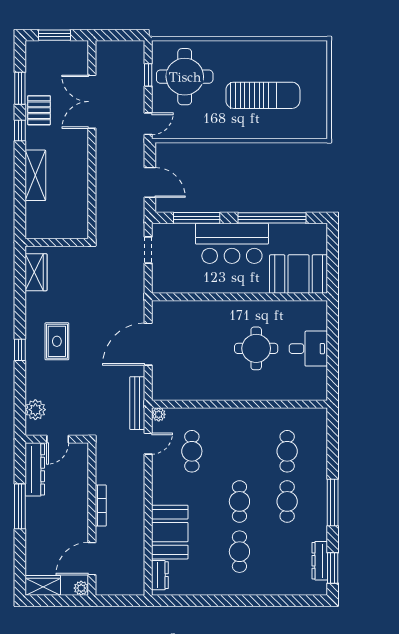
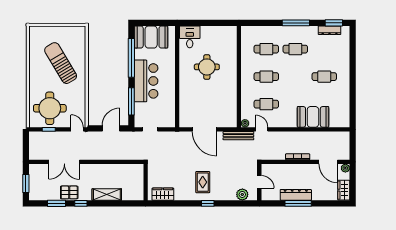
sun lounger: (263, 95) -> (61, 63), turned -31
booth: (299, 274) -> (151, 37), moved, turned 90
rug: (57, 341) -> (203, 182), turned 90
desk: (308, 349) -> (190, 37), moved
dresser: (35, 469) -> (296, 195), moved
cafe table: (239, 501) -> (266, 77), moved
dresser: (160, 575) -> (338, 123), removed

